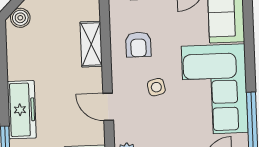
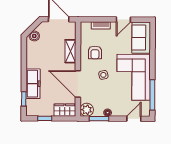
door: (108, 107) -> (78, 84), width x1.87

